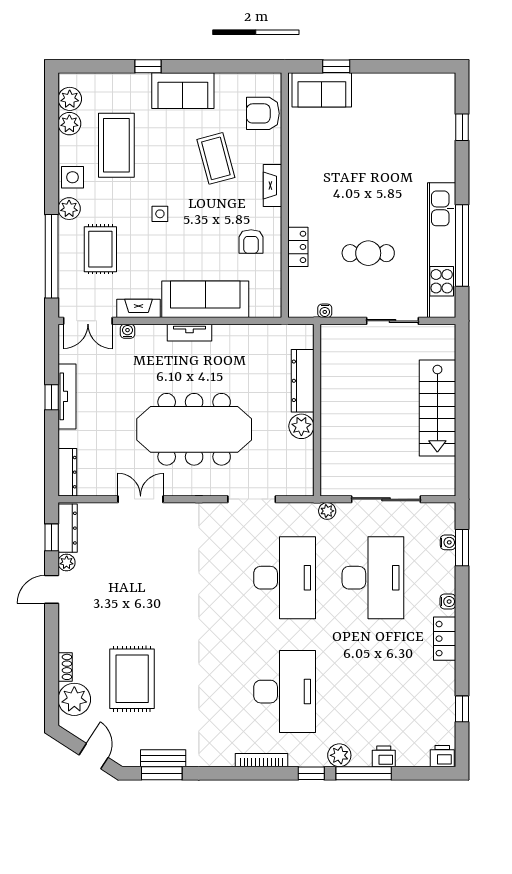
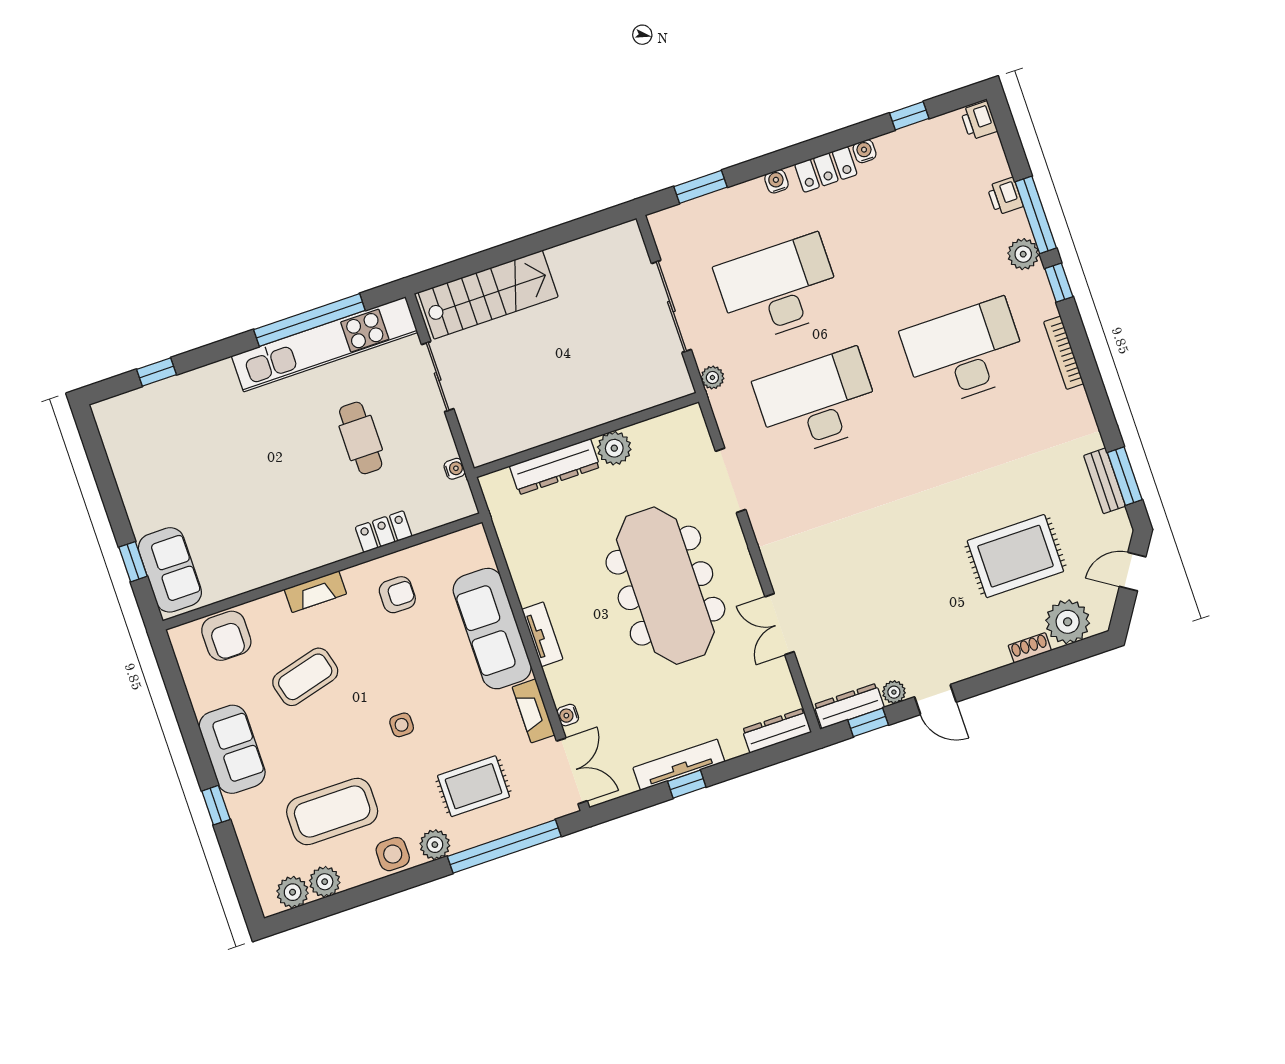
stairs: (437, 408) -> (488, 295), moved
water cooler: (448, 542) -> (865, 151), moved

